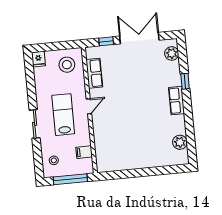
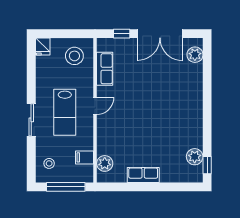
double door: (139, 38) -> (160, 34), swing flipped
window: (185, 81) -> (207, 165), moved
row of seats: (176, 101) -> (143, 175), moved, turned 90
lab bench: (63, 115) -> (65, 112), turned 180
plant: (102, 156) -> (105, 163), added

